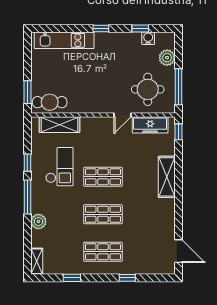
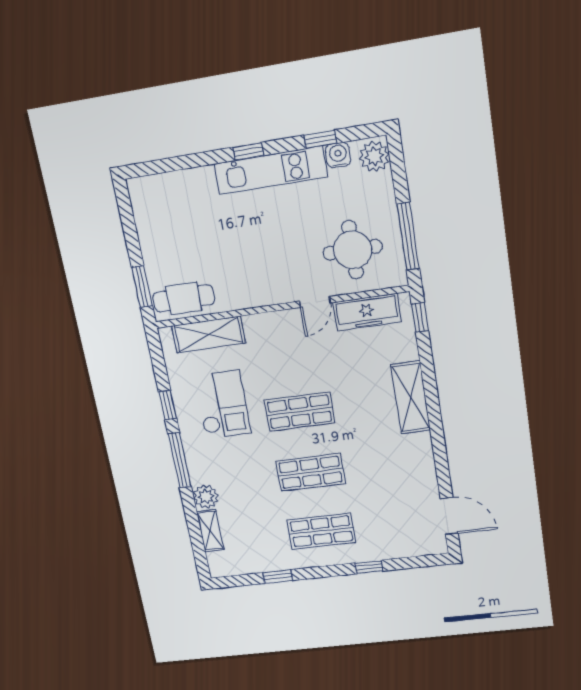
kitchen unit: (64, 40) -> (271, 170), moved
plant: (167, 58) -> (374, 156), moved
shelving: (37, 261) -> (210, 531), moved

